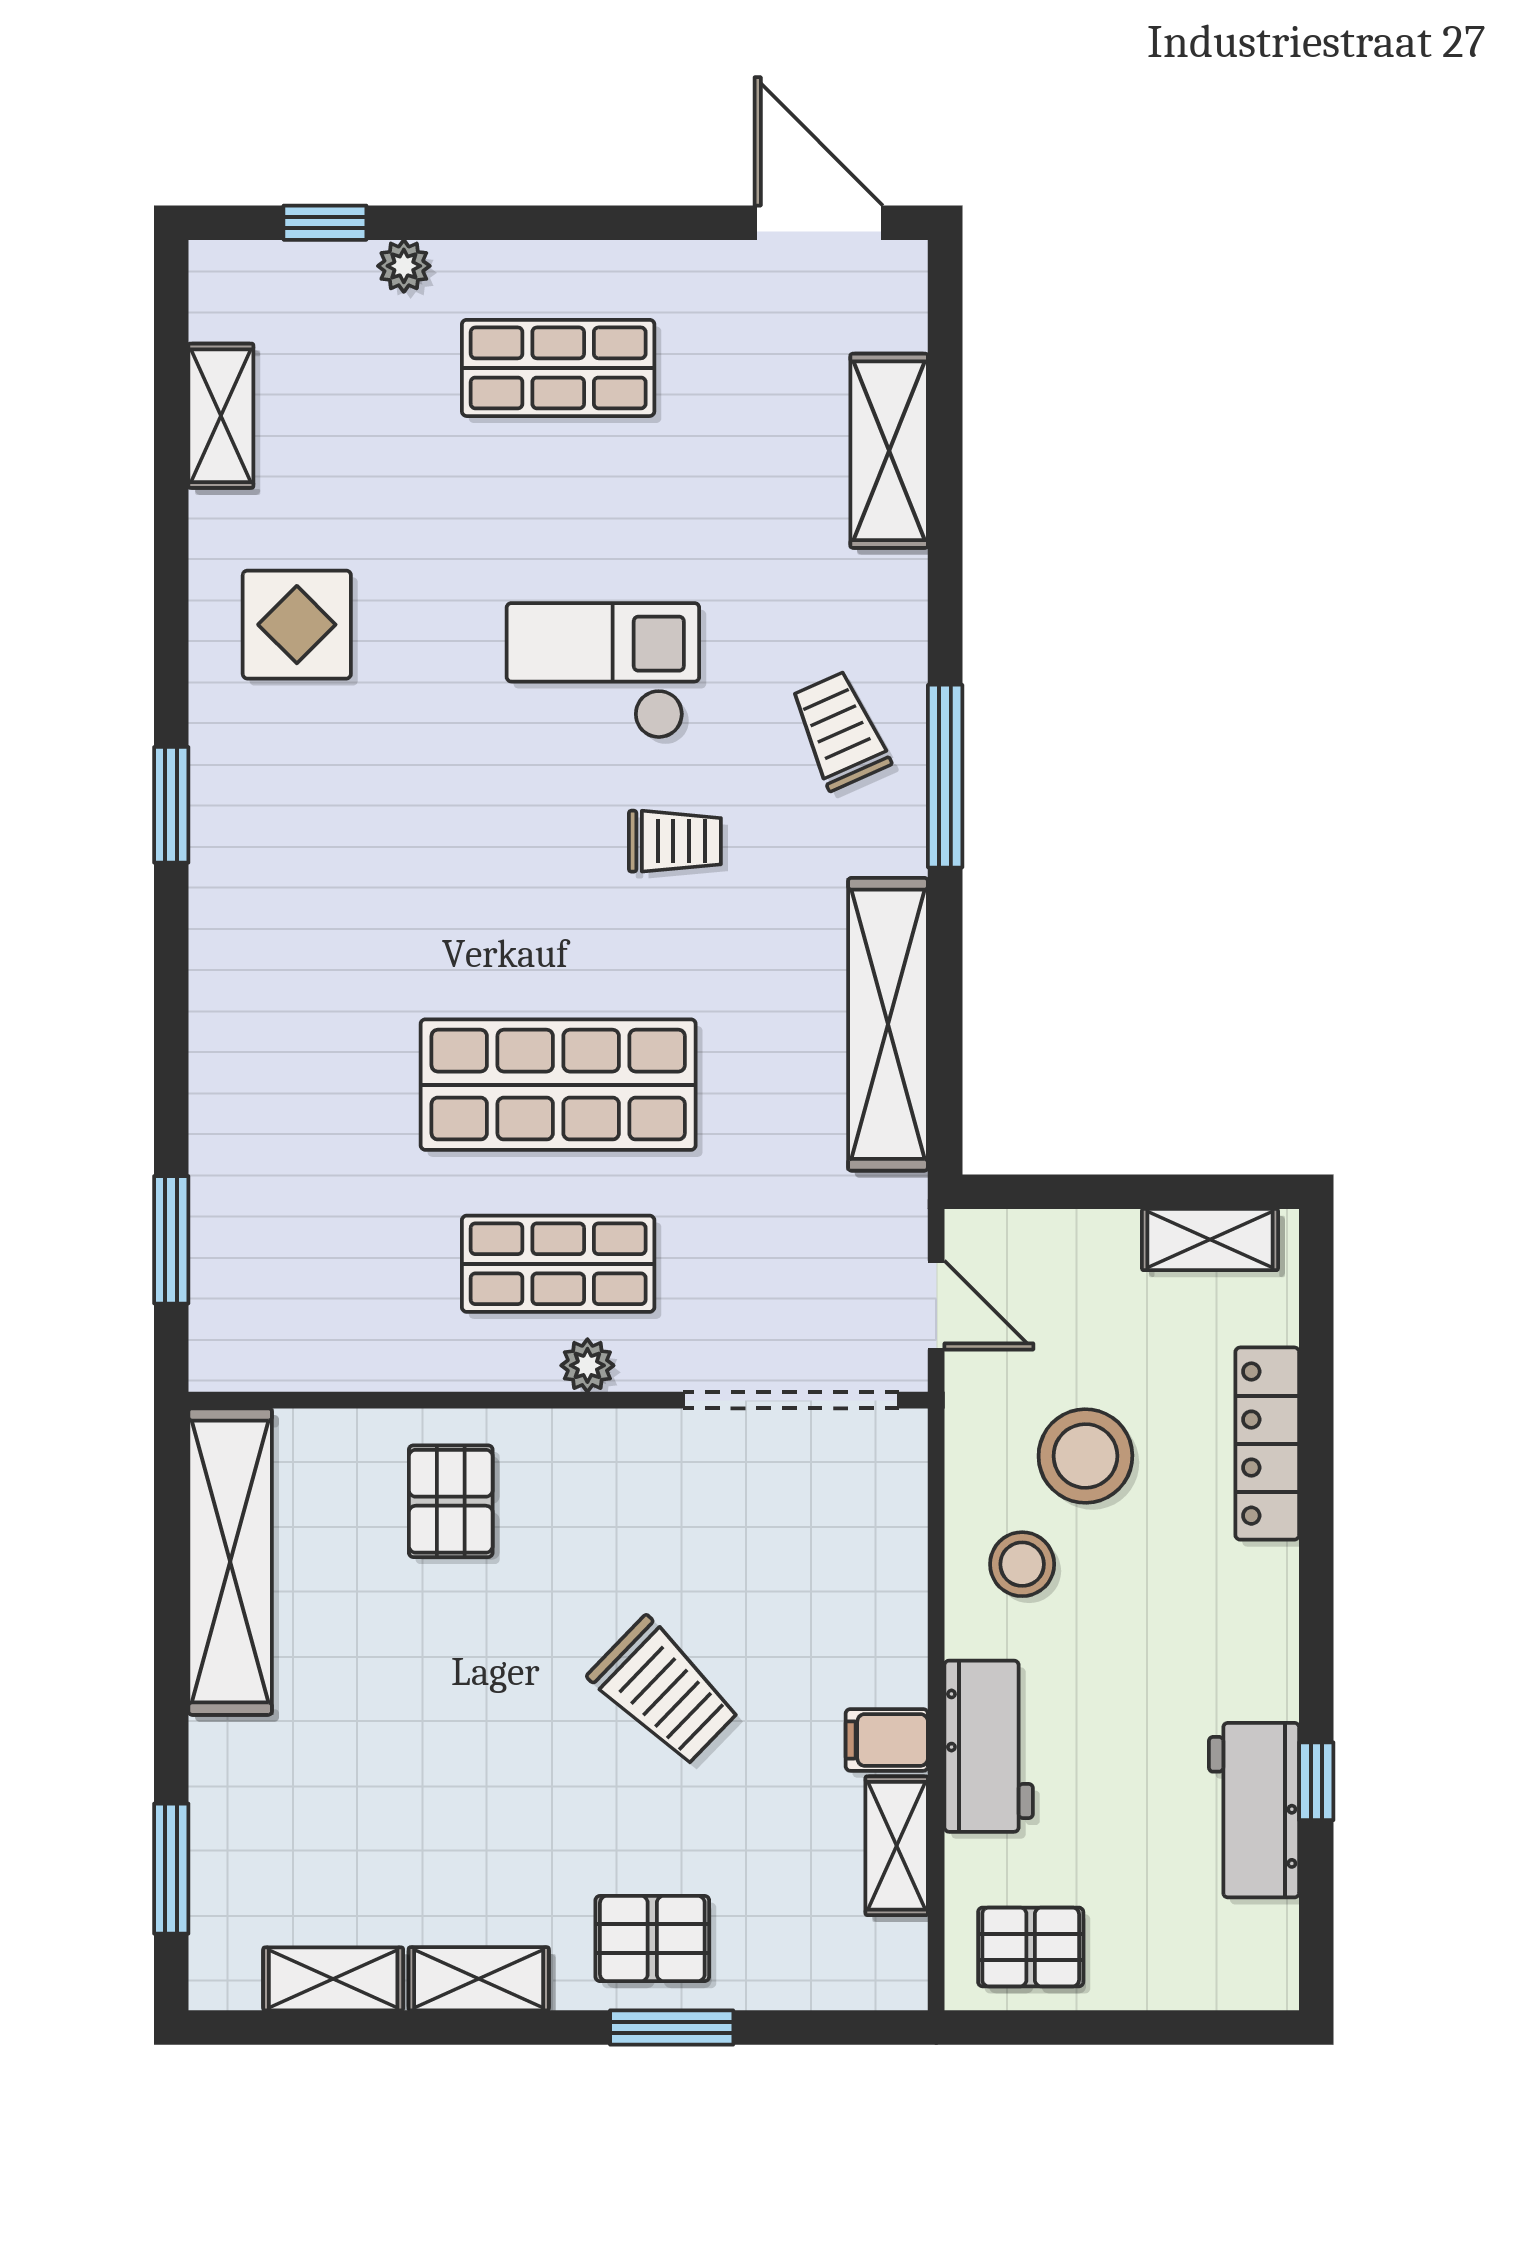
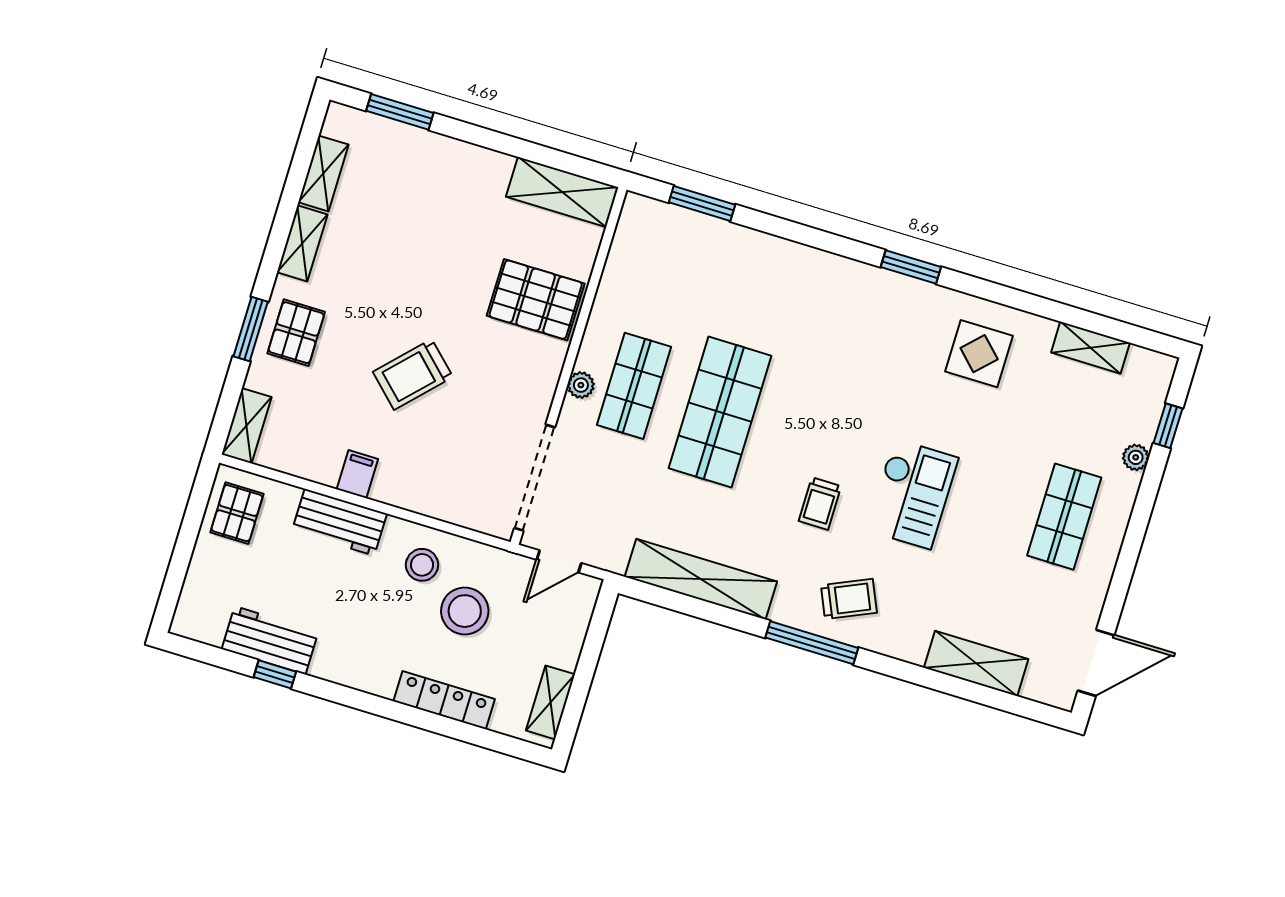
pallet: (451, 1501) -> (536, 300), width x1.50, depth x1.42
shelving: (230, 1562) -> (562, 192), width x0.68
shelving: (897, 1846) -> (247, 426), moved, turned 90

